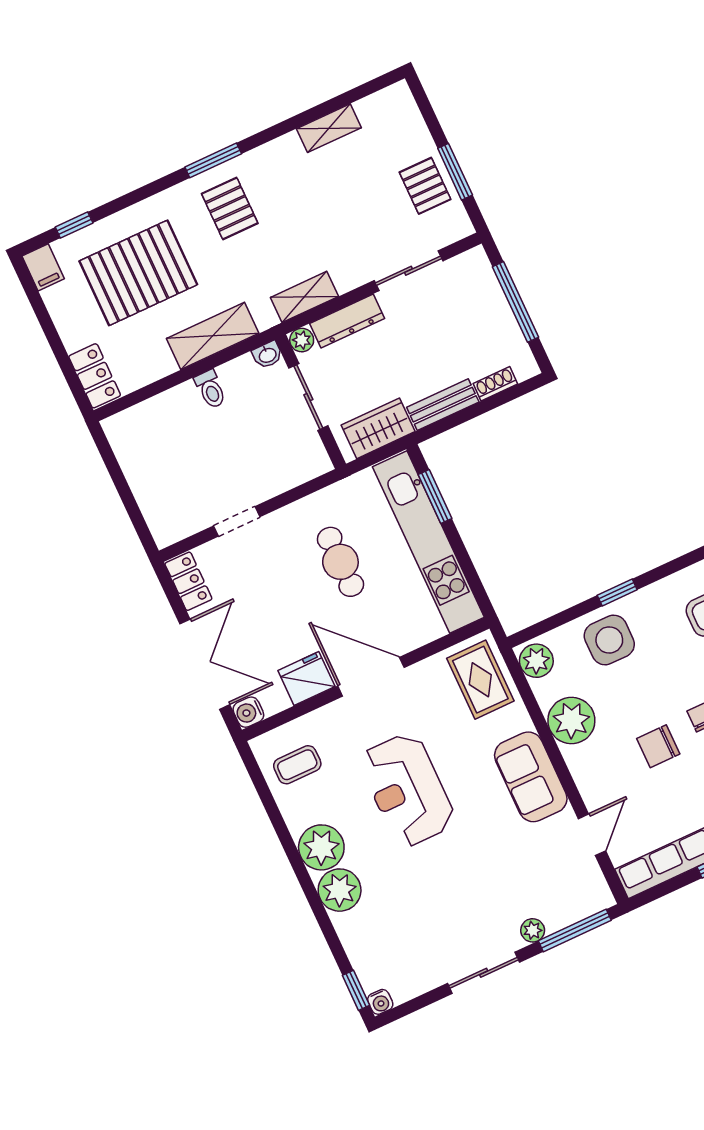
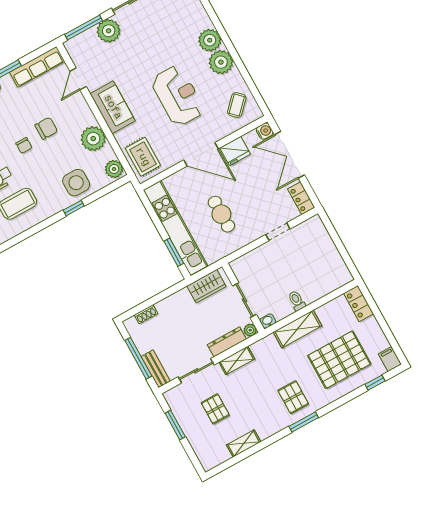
pallet: (425, 186) -> (215, 409), moved
shelving: (304, 297) -> (237, 361), moved
bench: (443, 405) -> (156, 369), moved, turned 90
coffee table: (297, 765) -> (237, 105), turned -46
plant: (533, 930) -> (109, 31), width x1.88, depth x1.88

